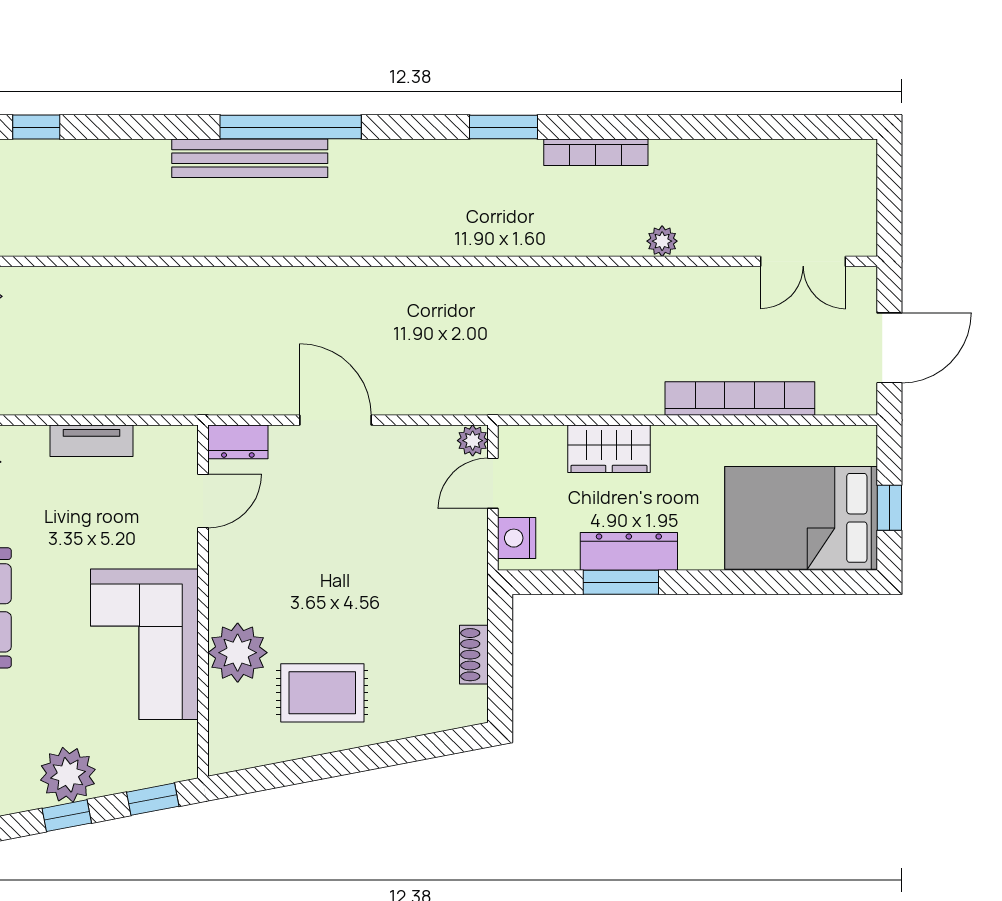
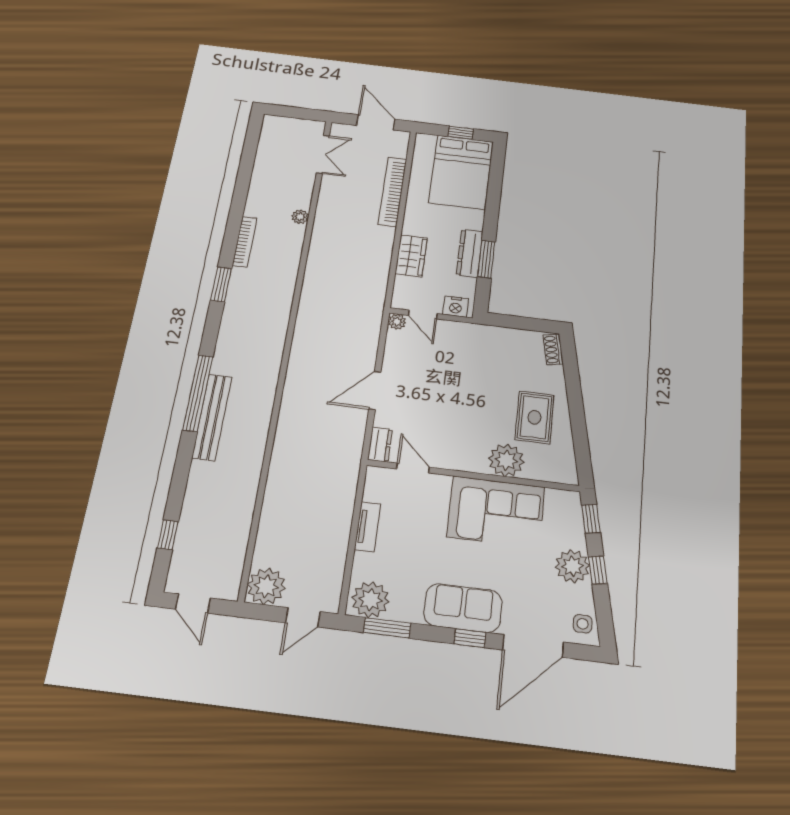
shoe rack: (474, 655) -> (553, 349), moved, turned 79

